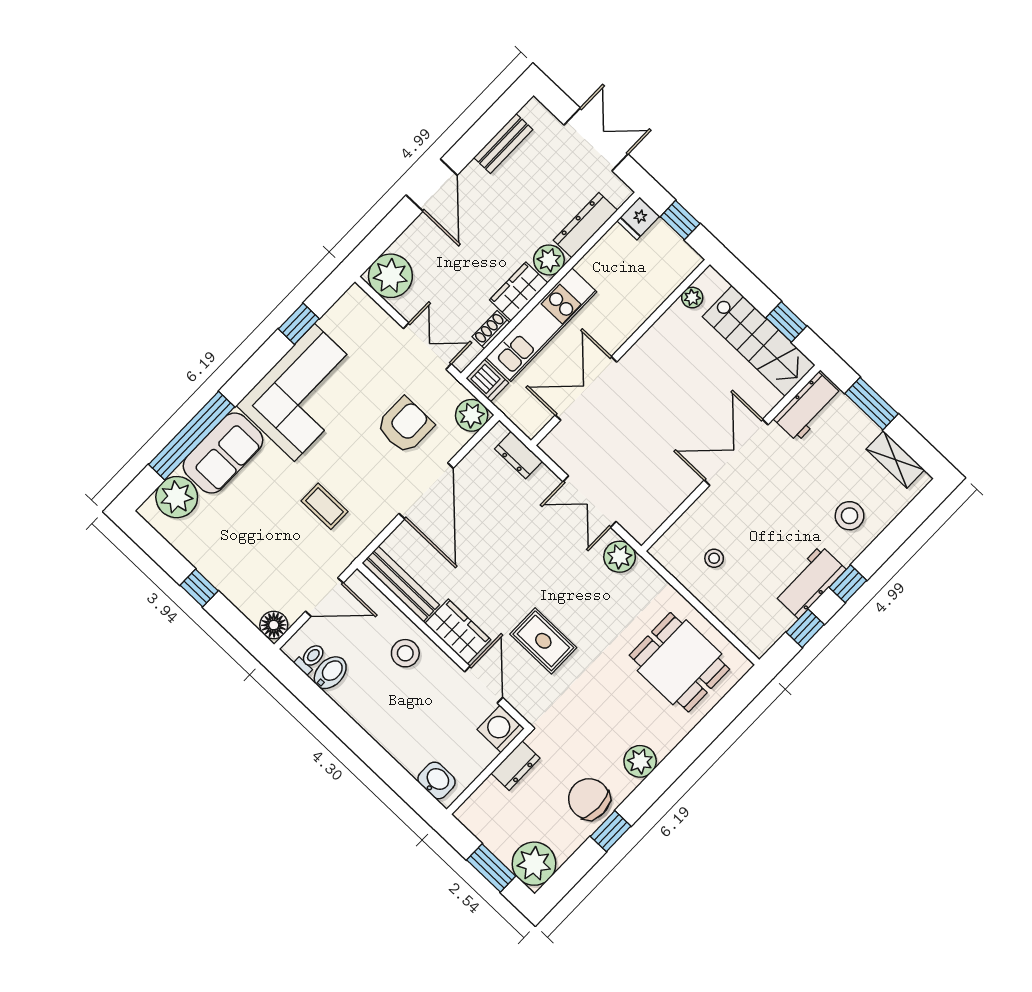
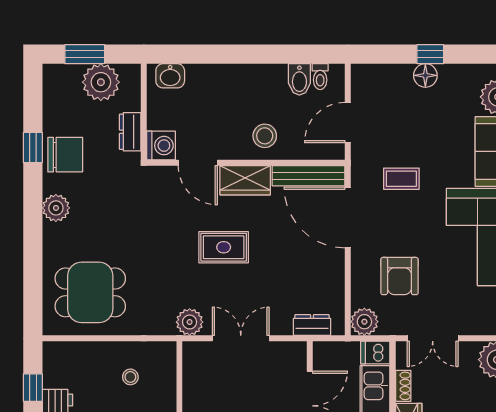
door: (426, 491) -> (348, 218), moved
floor lamp: (274, 625) -> (425, 75), moved
rug: (543, 641) -> (224, 247), moved
plant: (534, 864) -> (101, 82), moved

